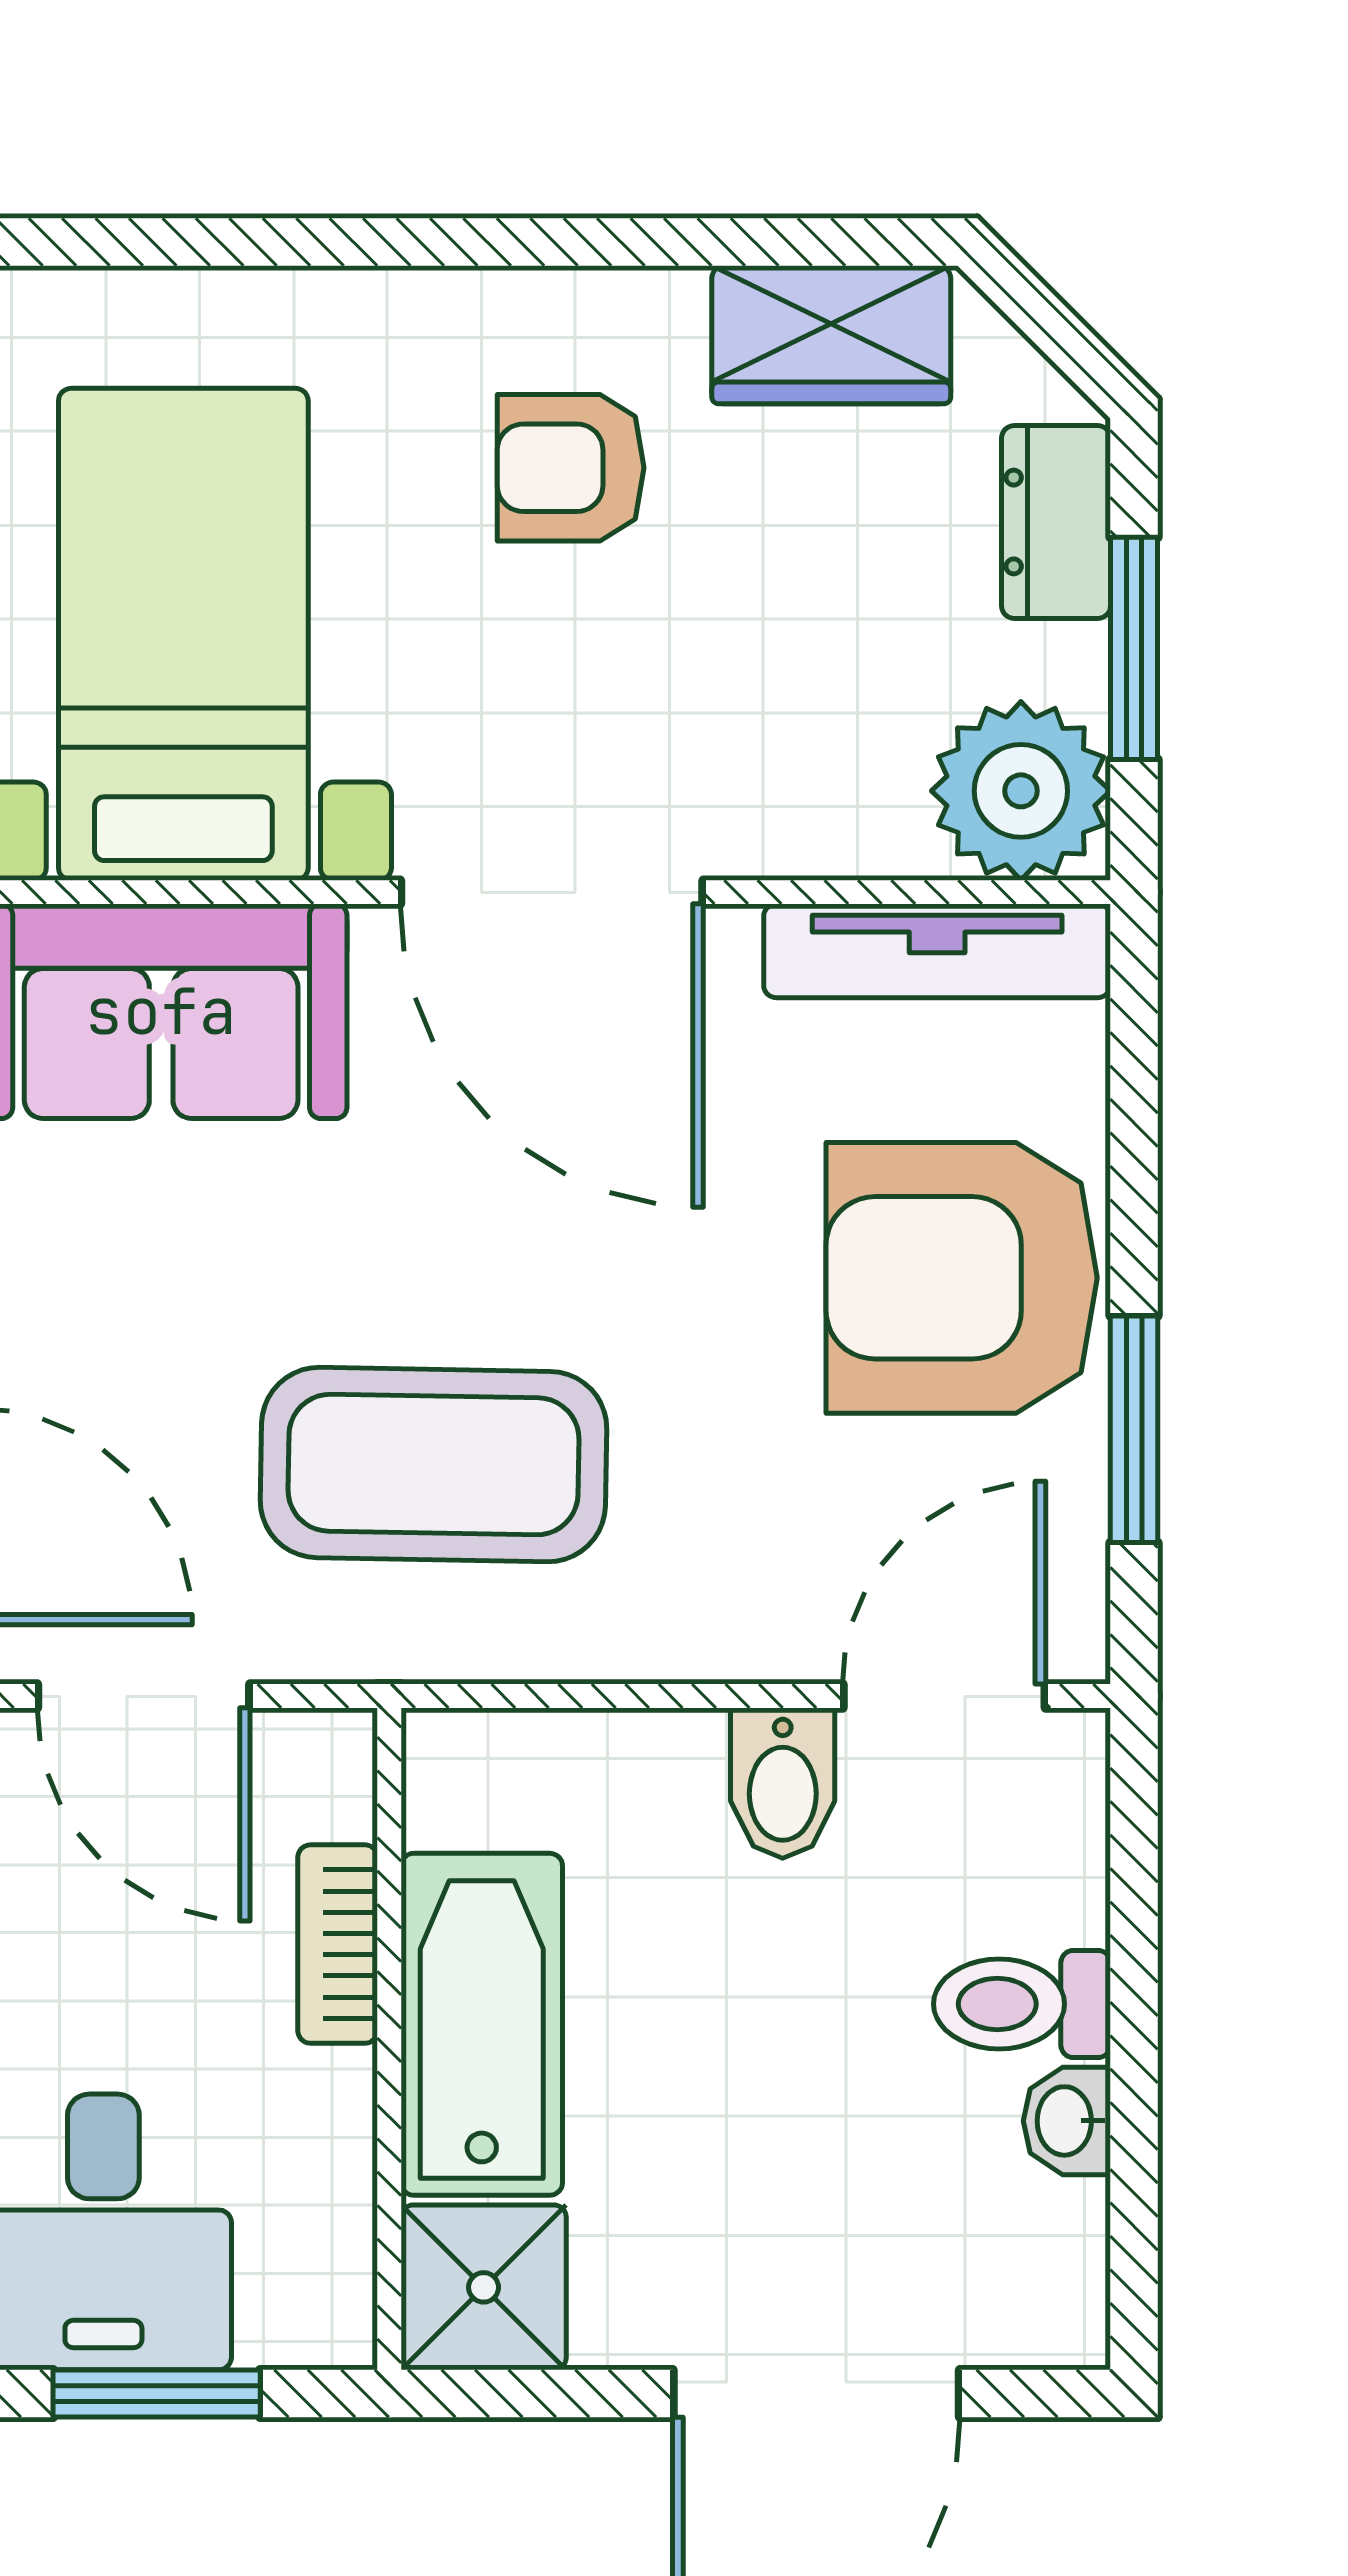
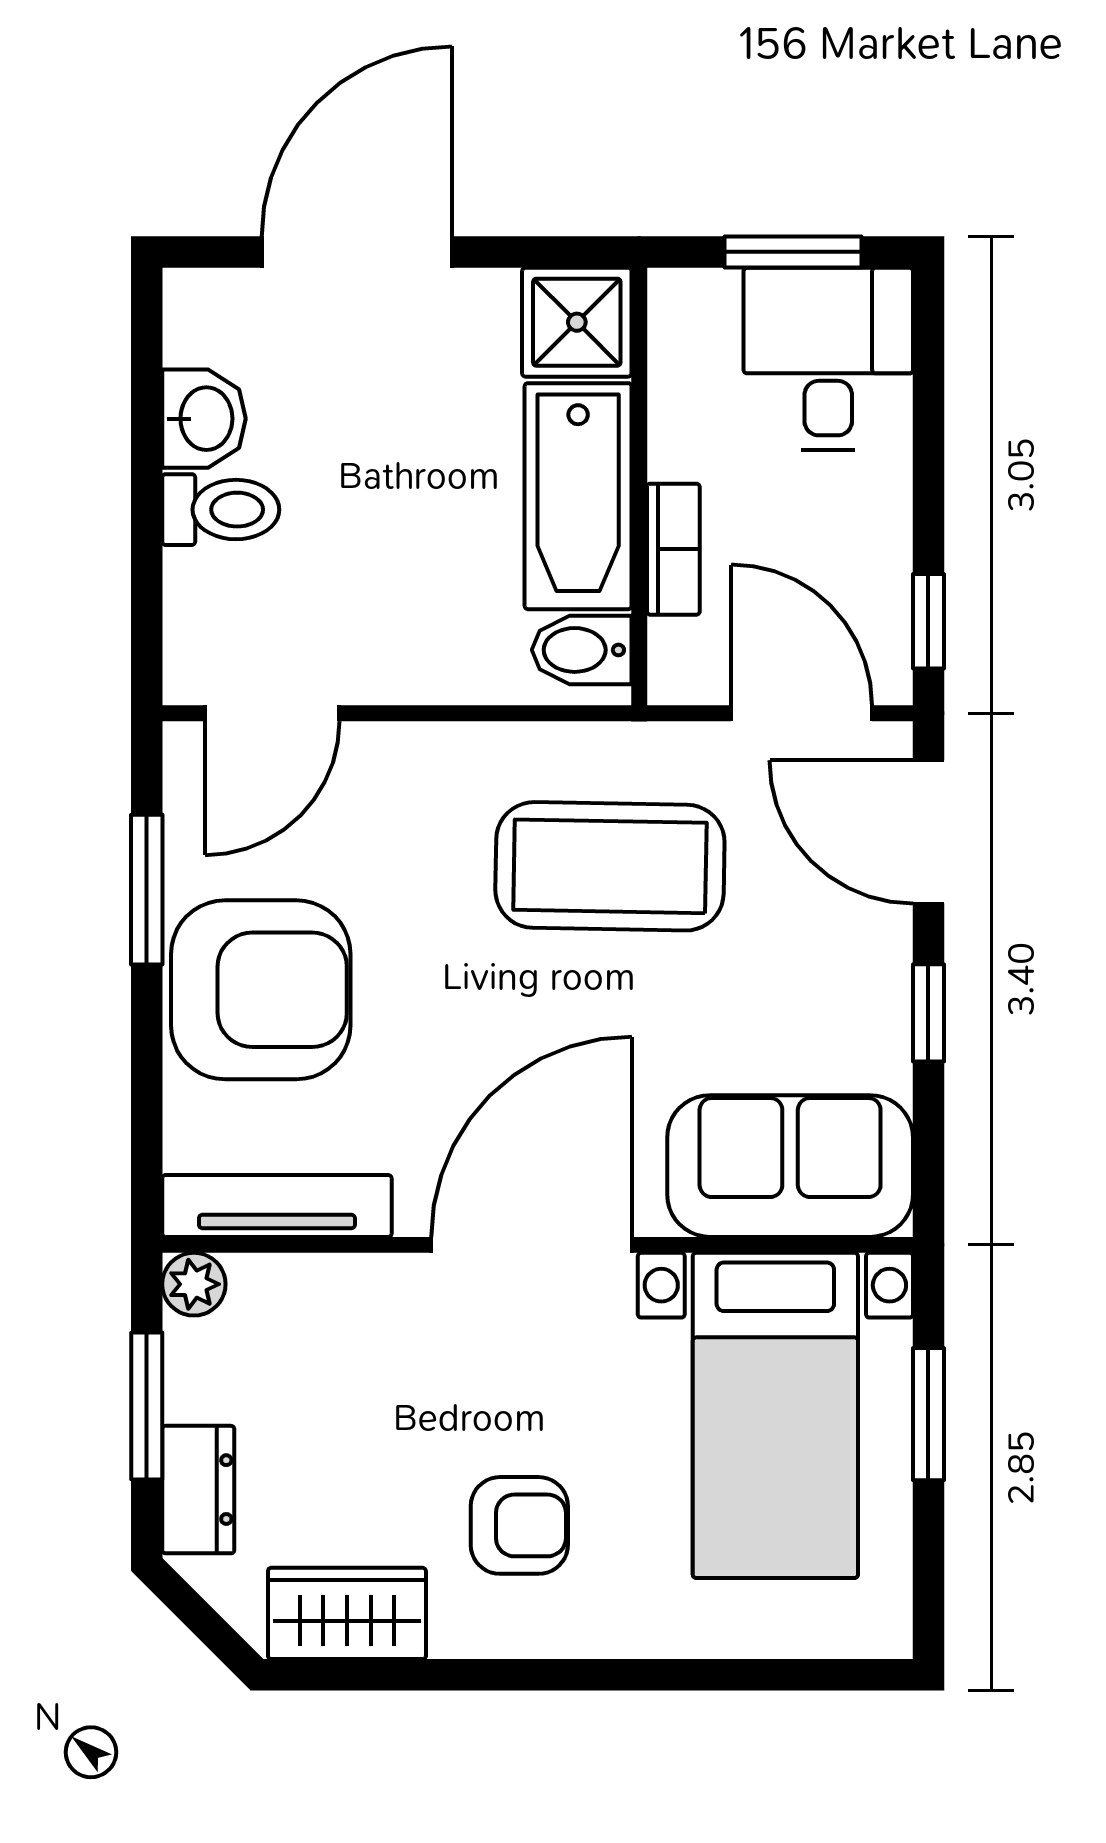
plant: (1021, 791) -> (194, 1284), width x0.53, depth x0.53
door: (552, 892) -> (532, 1245), hinge flipped
bidet: (783, 1783) -> (582, 650), moved, turned -90
washbasin: (1067, 2121) -> (204, 419), width x1.38, depth x1.45

